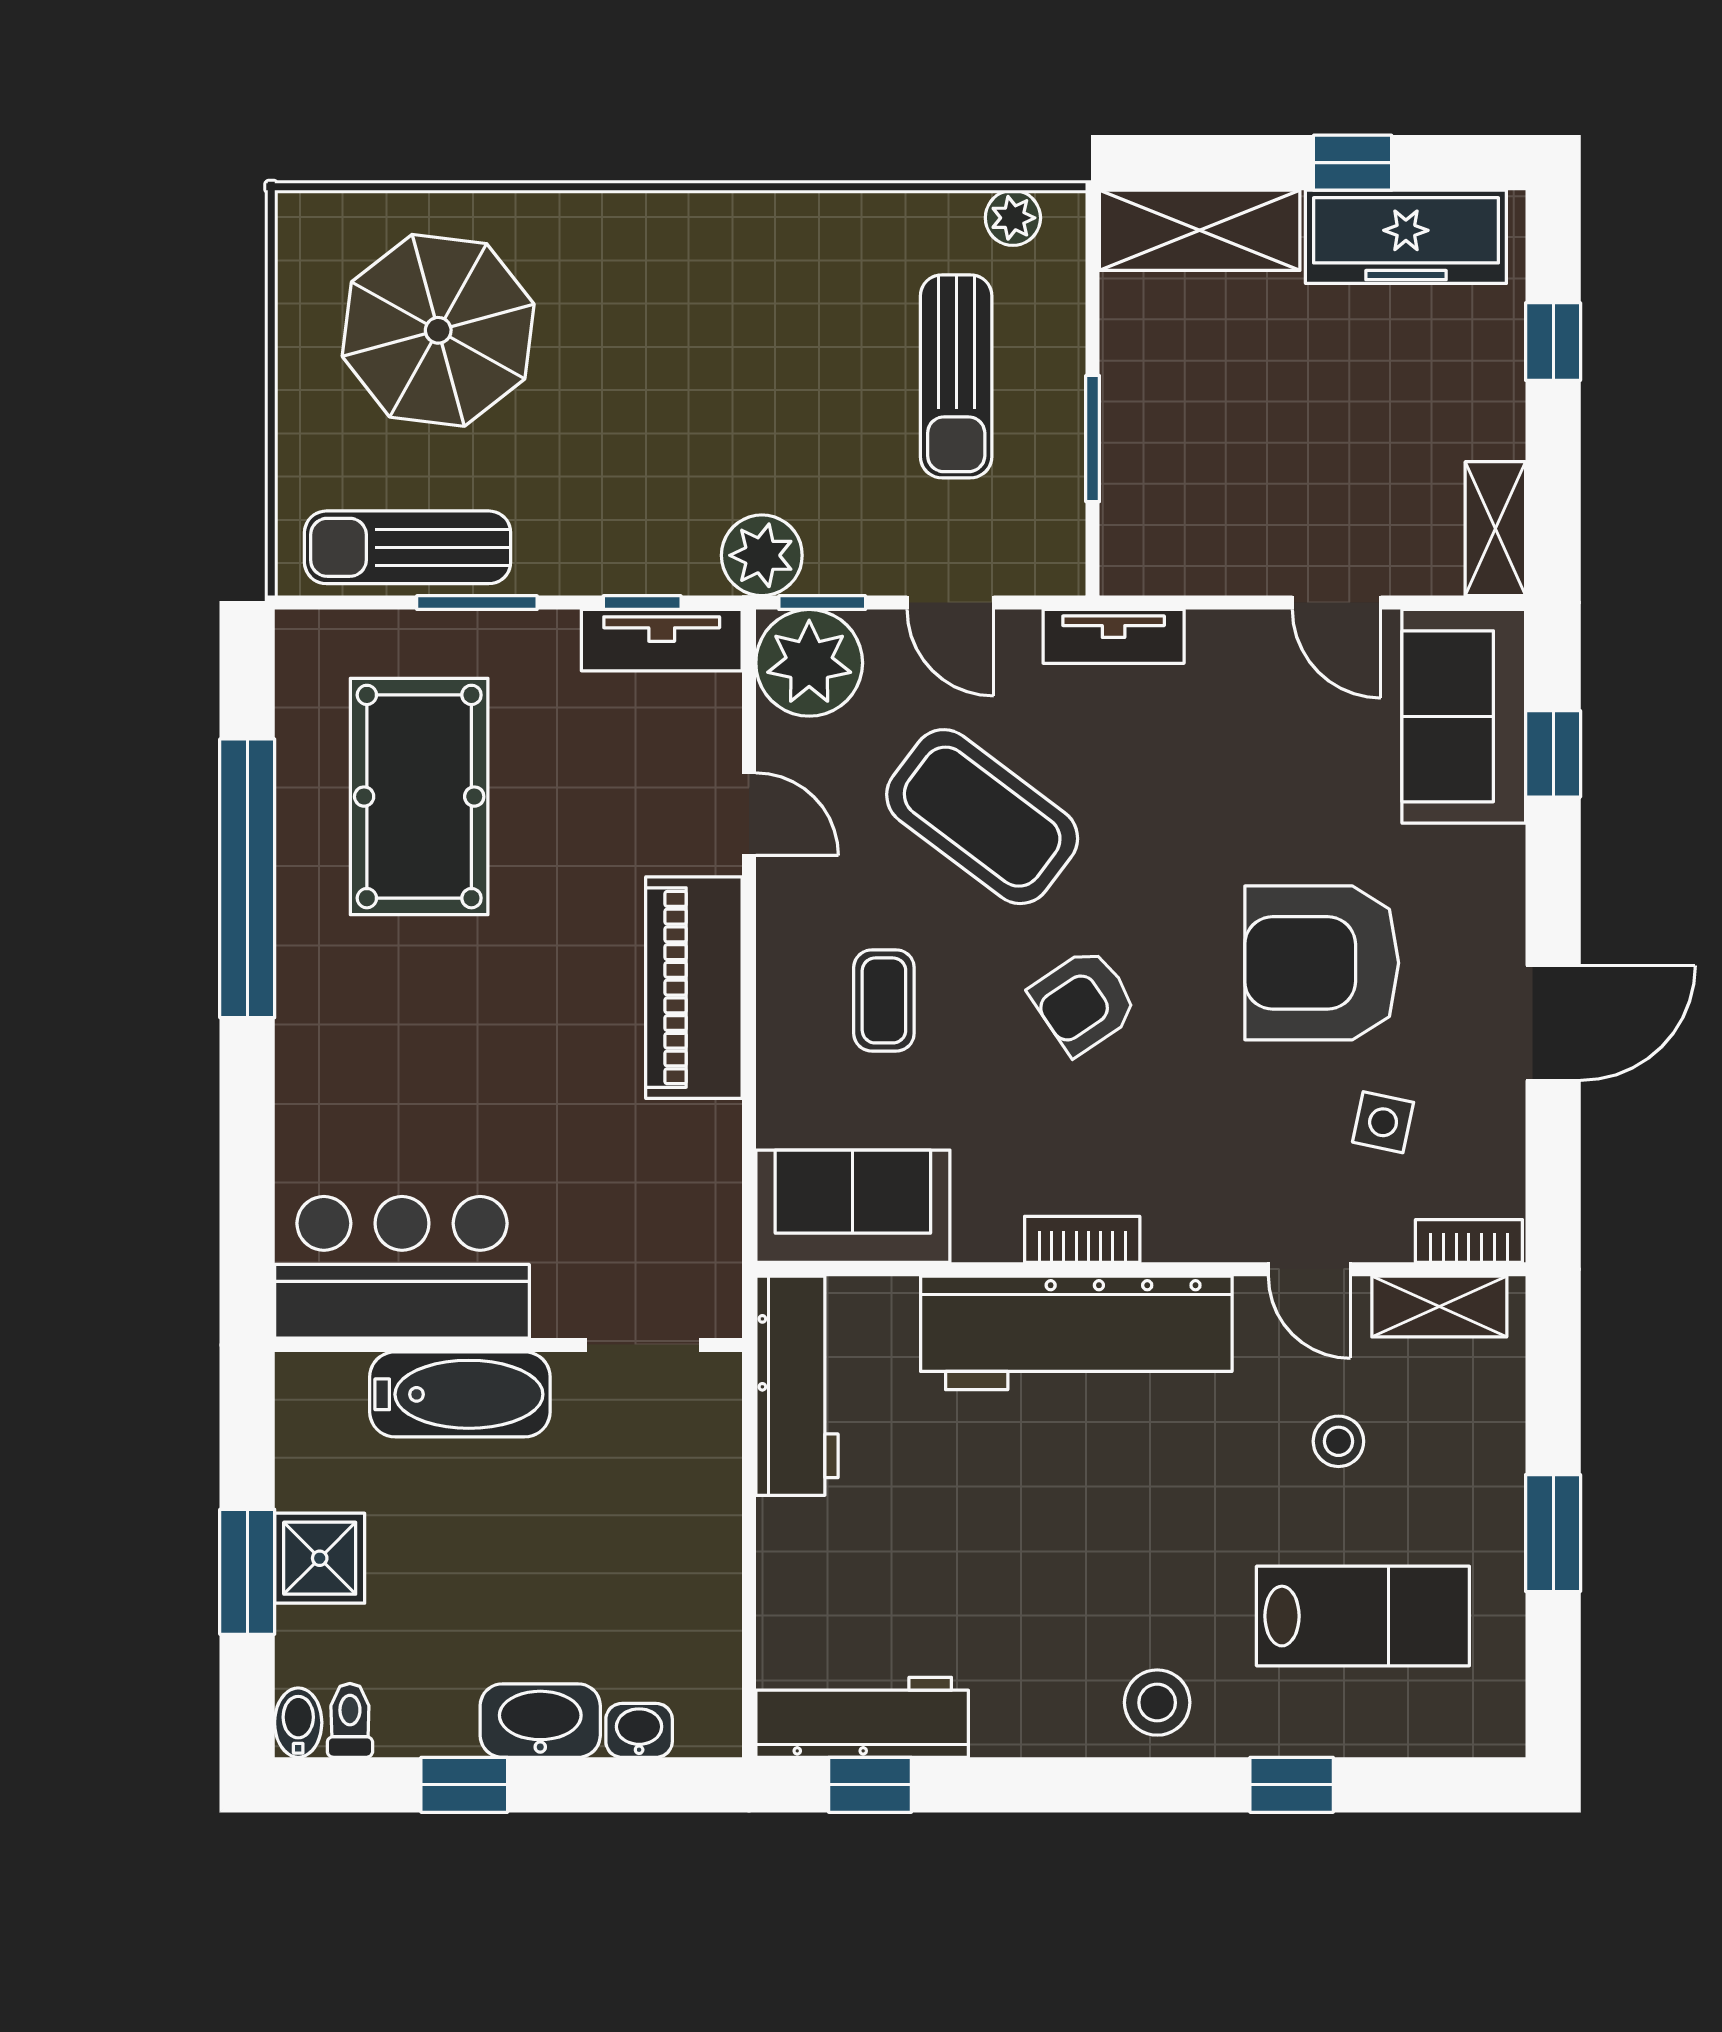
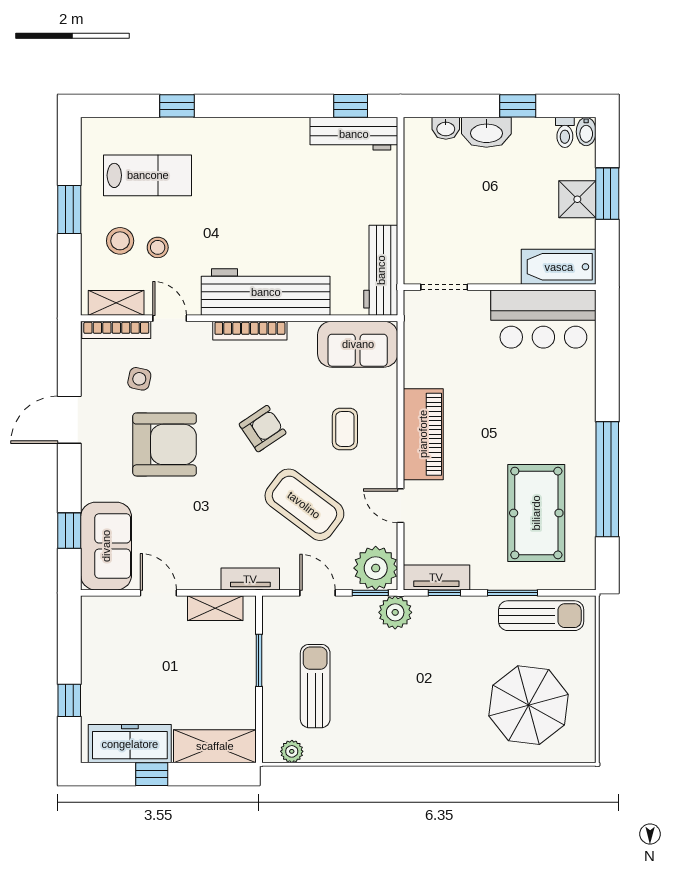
shelving: (1495, 529) -> (215, 608), moved, turned 90
bookcase: (1082, 1239) -> (250, 331), width x1.56
bookcase: (1469, 1241) -> (116, 330), width x1.56
bathtub: (460, 1394) -> (559, 267), moved
lab bench: (1363, 1616) -> (148, 175), turned 180
stool: (1157, 1703) -> (120, 241), moved

